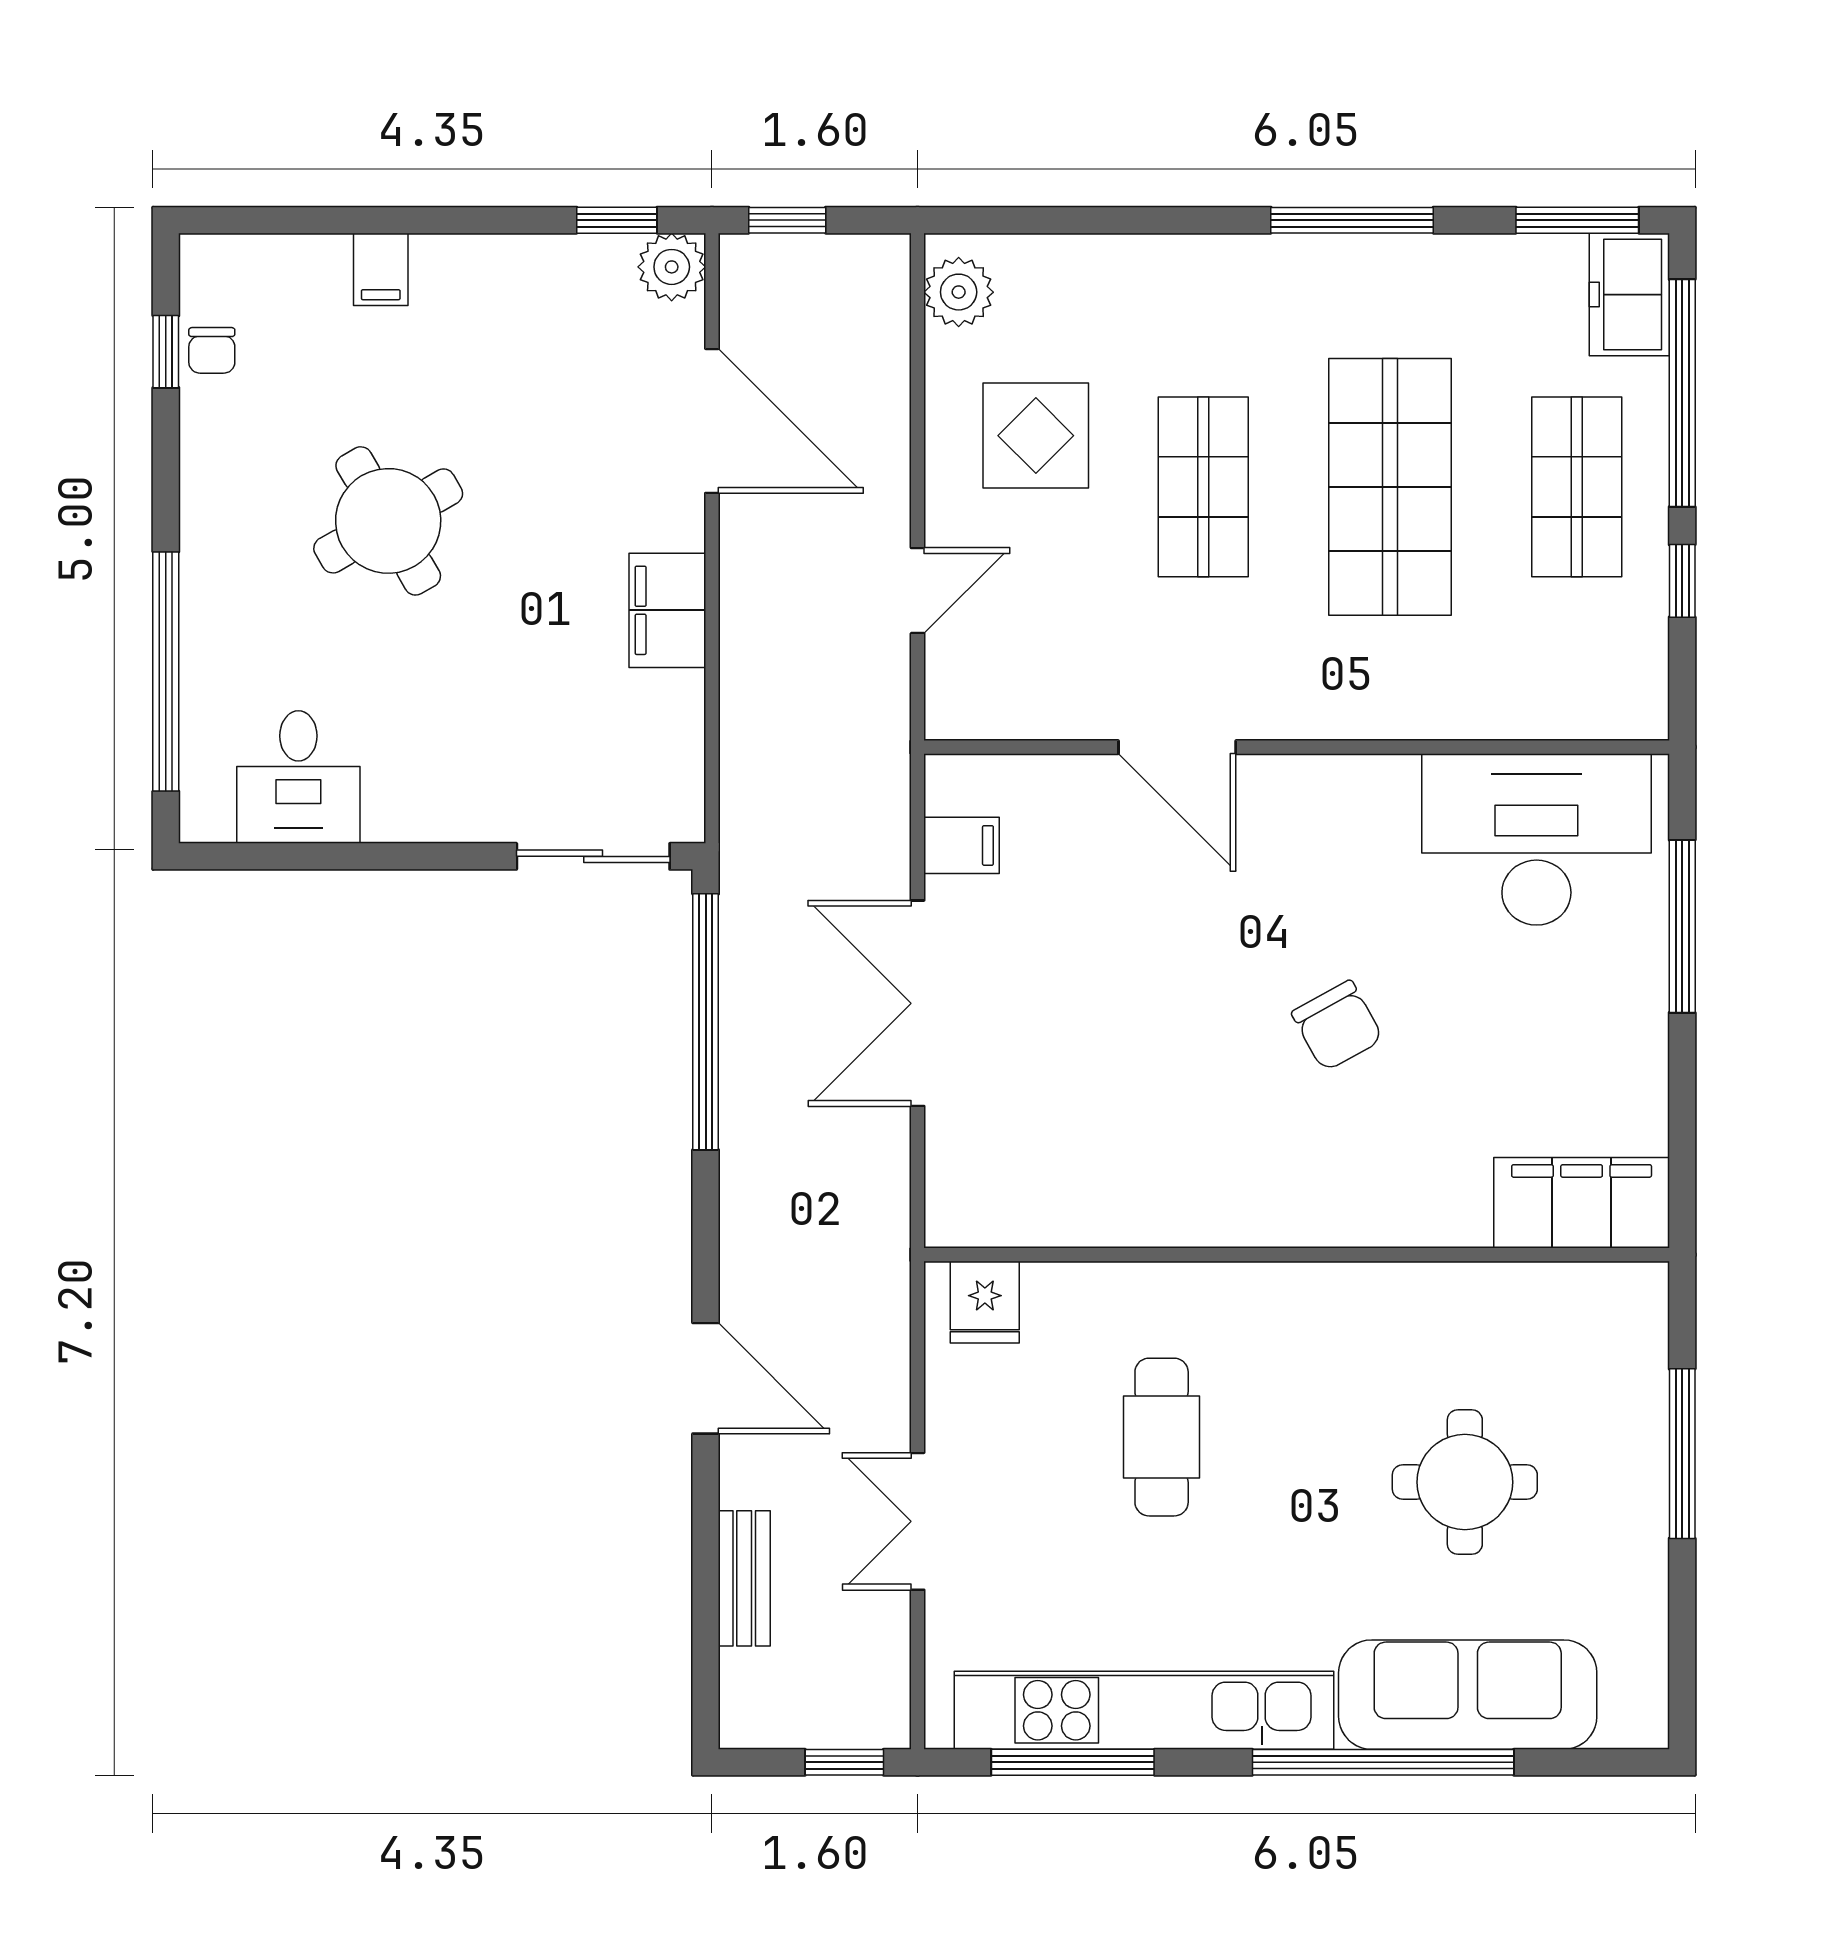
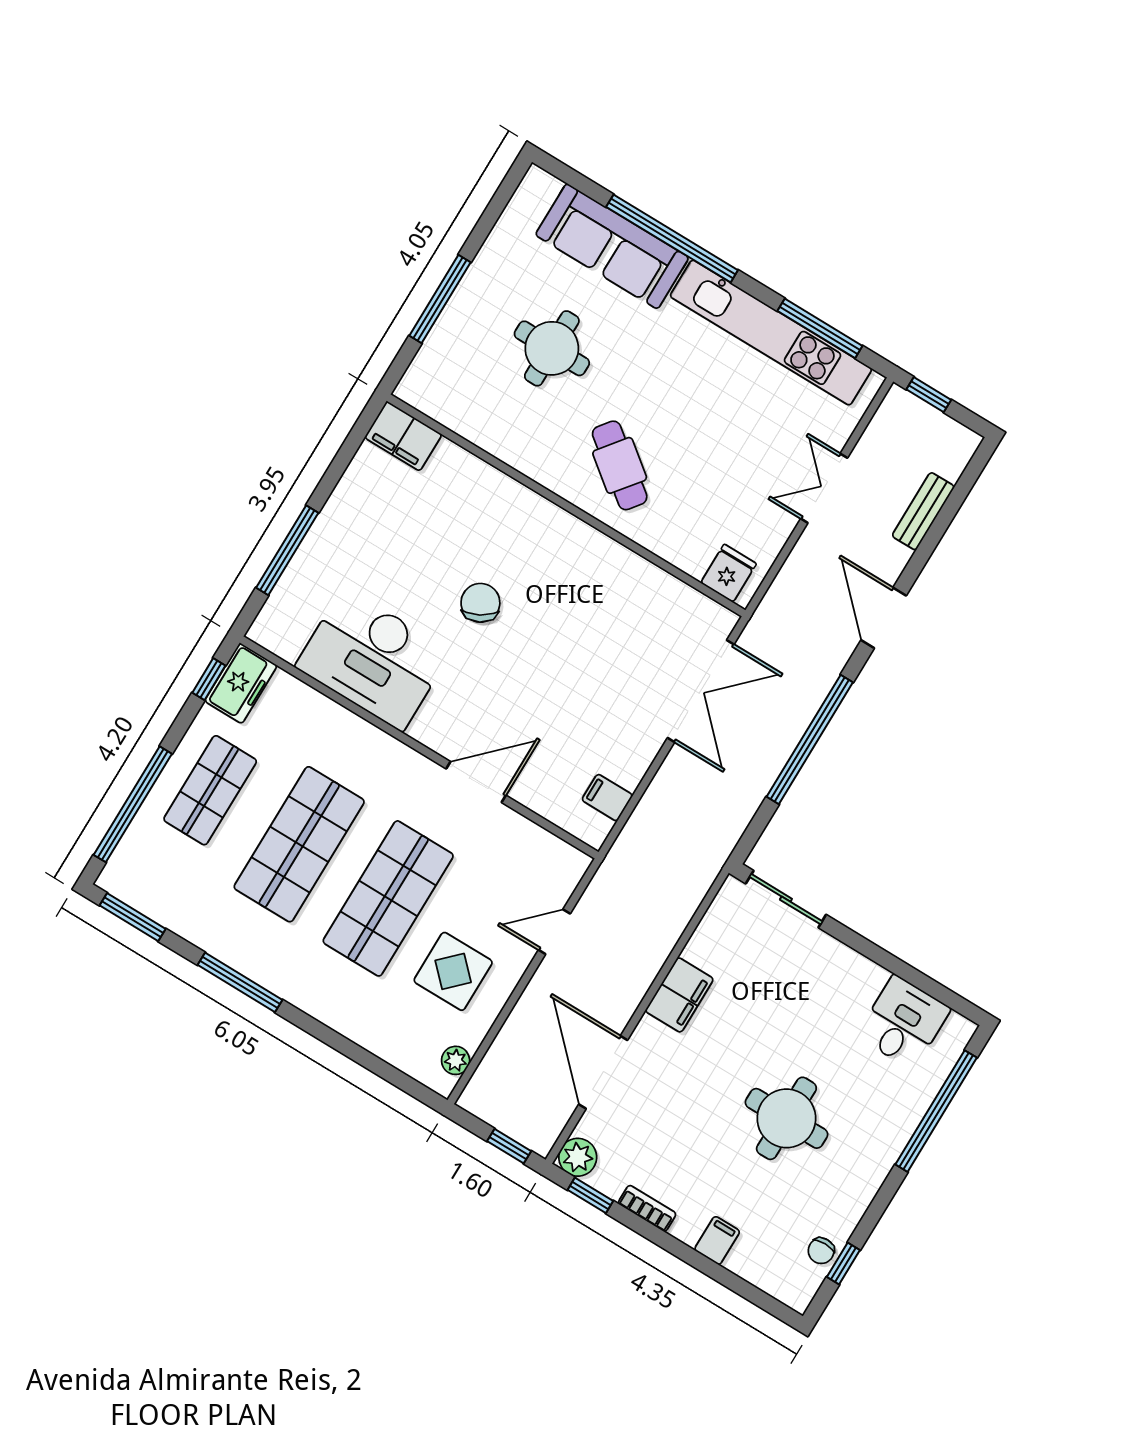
bookcase: (518, 253) -> (647, 1208), added
plant: (959, 292) -> (456, 1060), width x0.73, depth x0.73
freezer: (1629, 295) -> (241, 683), moved
chair: (212, 350) -> (821, 1251), turned 180
shop shelf: (1203, 487) -> (388, 898), width x1.43, depth x1.36
round table: (388, 521) -> (786, 1118), turned 30
window: (1682, 581) -> (209, 679), moved
door: (1177, 747) -> (476, 782), hinge flipped
desk: (1536, 839) -> (373, 659), moved
double door: (918, 1003) -> (701, 691), moved
window: (706, 1022) -> (810, 740), moved
filing cabinet: (1582, 1203) -> (403, 436), width x0.67, depth x0.86
cafe table: (1162, 1437) -> (620, 465), moved, turned -52
double door: (918, 1521) -> (824, 488), swing flipped

